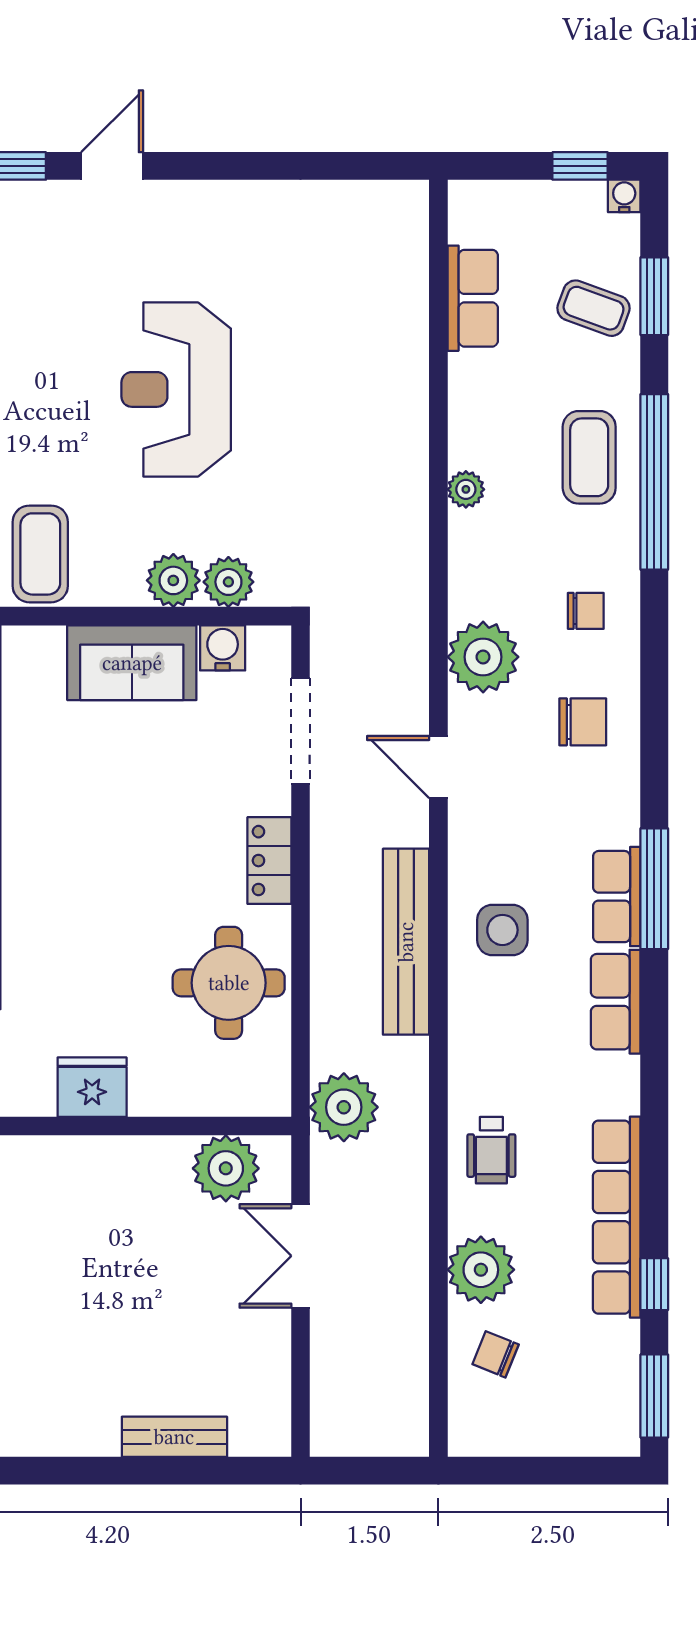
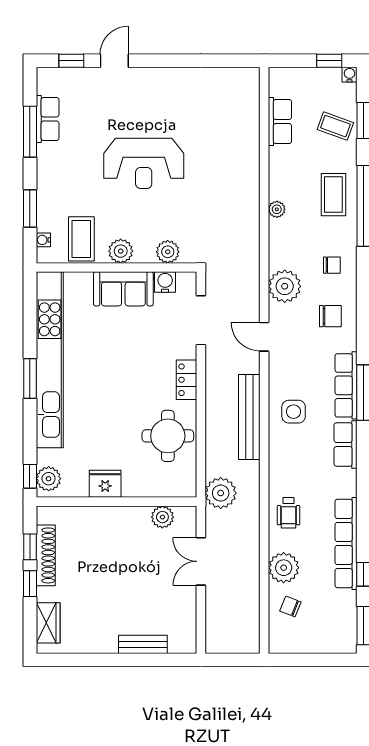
reception desk: (176, 389) -> (144, 163), turned -90
plant: (173, 580) -> (121, 251), moved
row of seats: (617, 897) -> (346, 385), width x1.48
plant: (226, 1168) -> (162, 517), width x0.73, depth x0.73

